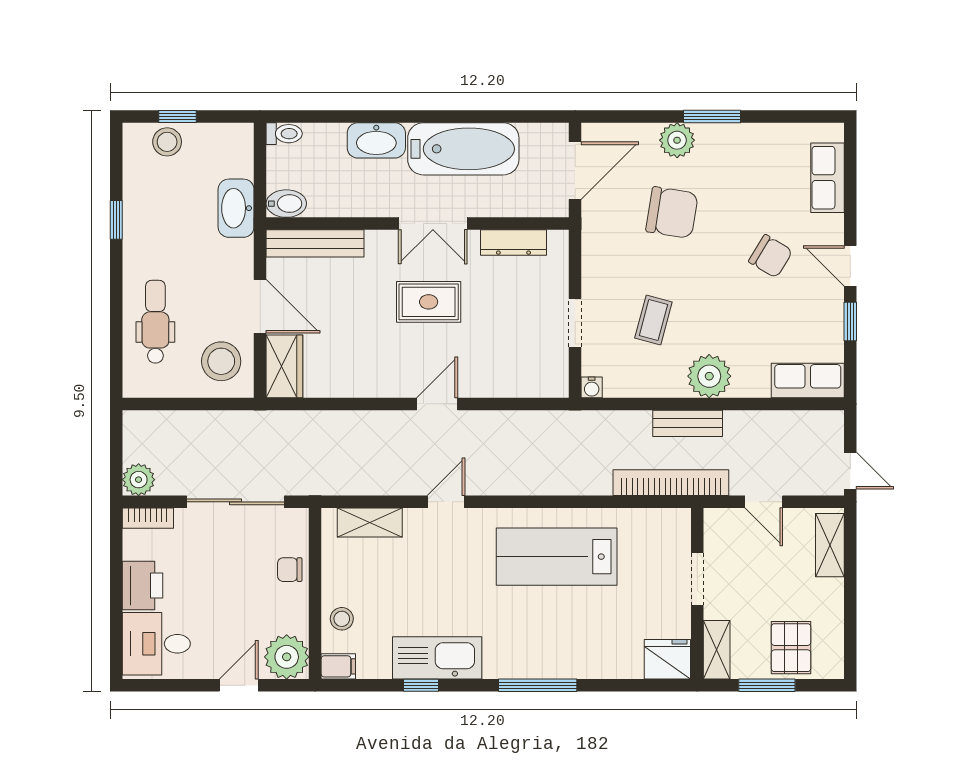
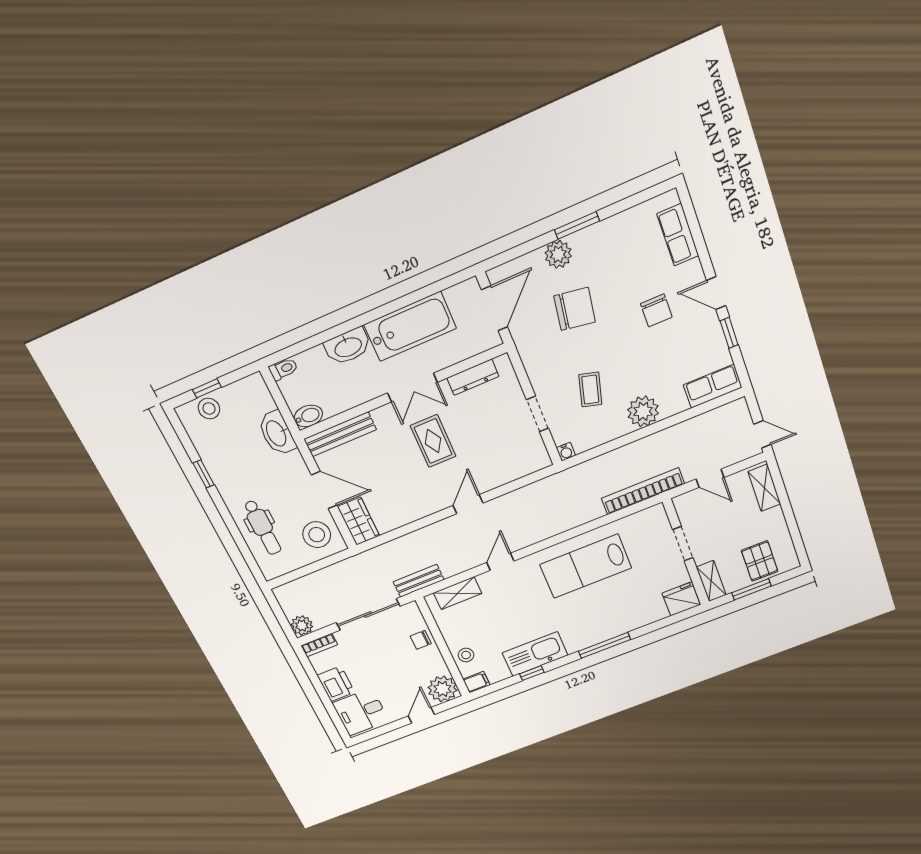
chair: (771, 256) -> (656, 310), turned 59
rug: (429, 302) -> (433, 441), turned 90
dental chair: (155, 322) -> (263, 528), turned 180
bench: (688, 423) -> (419, 581), moved

